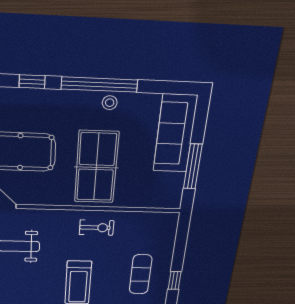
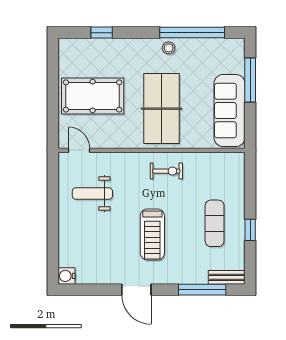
window: (99, 84) -> (192, 33), moved
sofa: (175, 134) -> (229, 111), moved
window: (193, 167) -> (250, 80), moved

